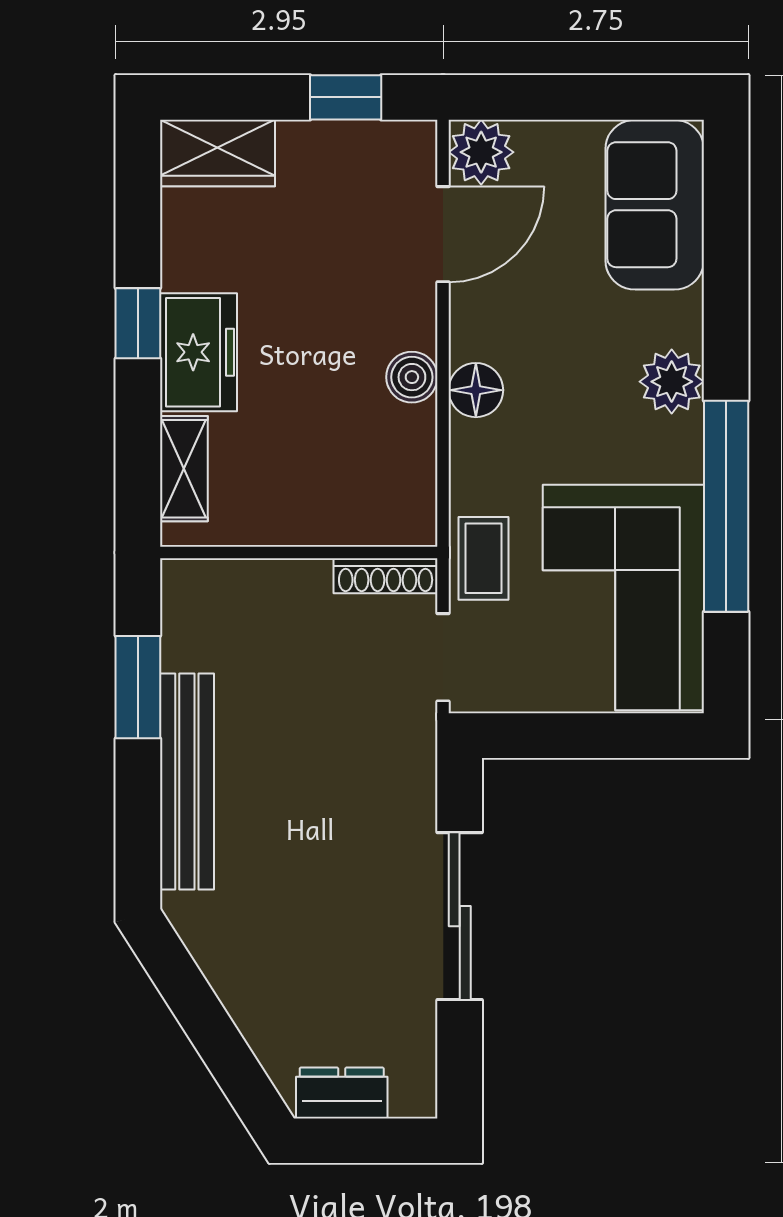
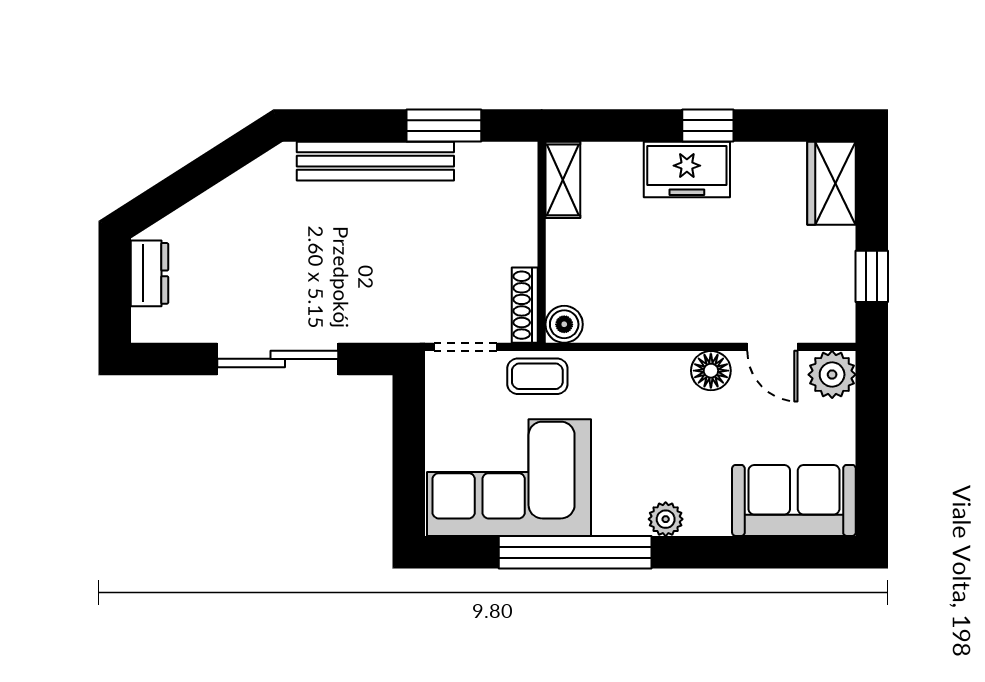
door: (443, 234) -> (772, 347), width x0.73
boiler: (412, 377) -> (564, 324), moved
plant: (672, 382) -> (666, 519), width x0.73, depth x0.73
floor lamp: (476, 390) -> (711, 371), moved
shelving: (184, 469) -> (563, 180), moved, turned 90

